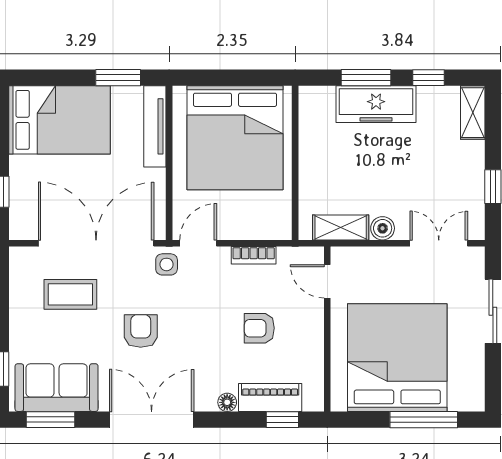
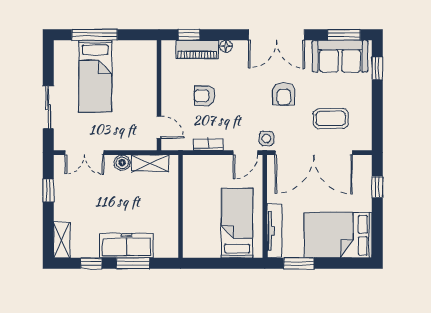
bed: (235, 138) -> (237, 223), width x0.49
armchair: (259, 328) -> (204, 96), turned 180
bed: (397, 358) -> (95, 76), width x0.49

